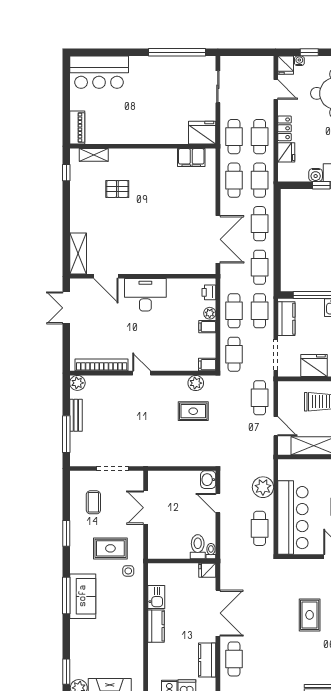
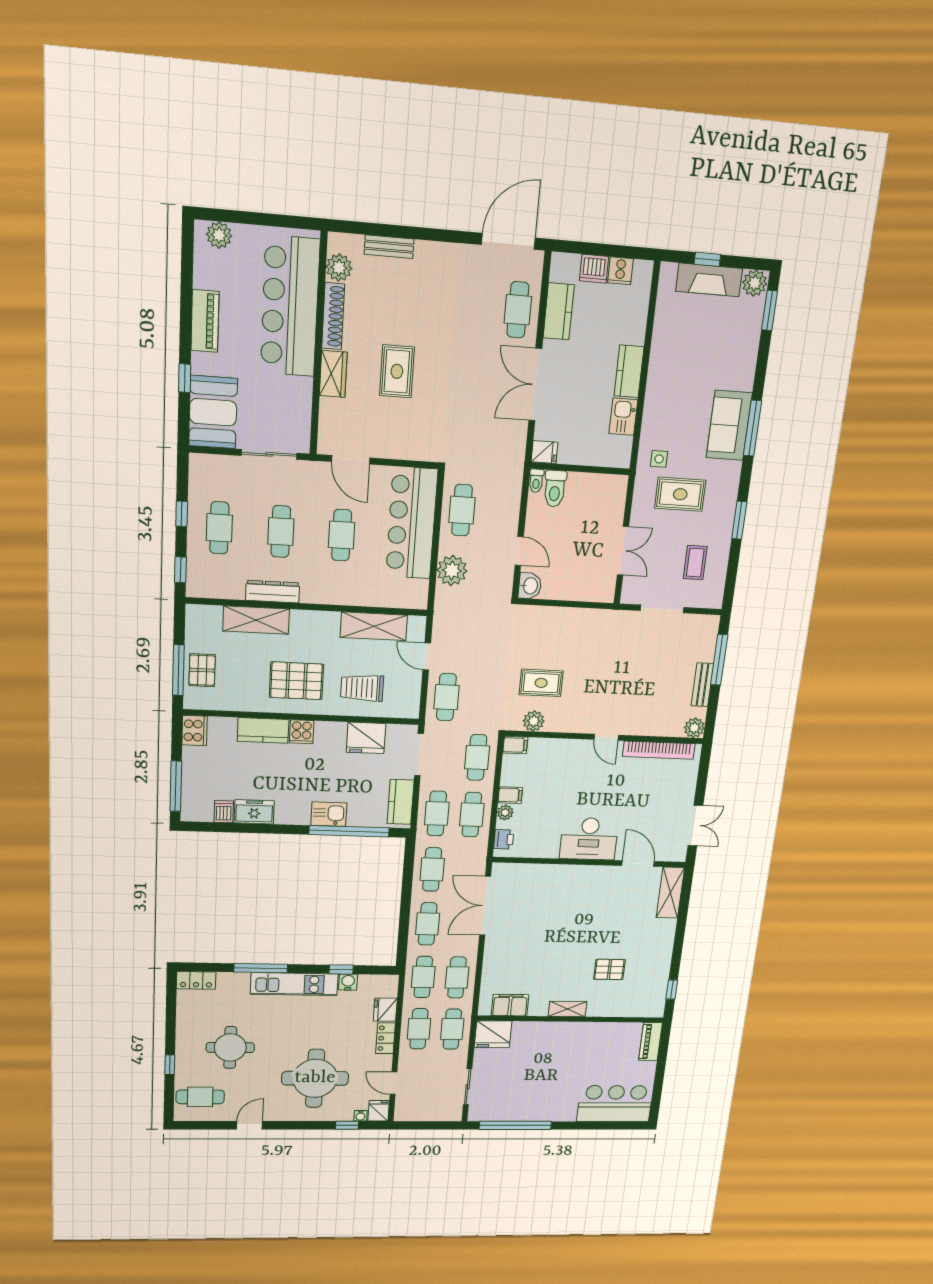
shelving: (94, 155) -> (568, 1009), moved

